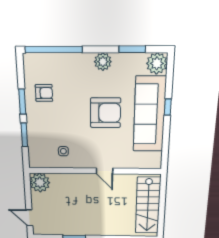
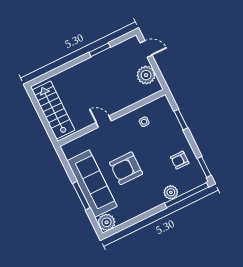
window: (132, 49) -> (130, 223), removed
plant: (103, 62) -> (171, 192), moved
window: (22, 102) -> (204, 167), moved
window: (168, 107) -> (81, 196), width x2.17
plant: (40, 183) -> (146, 75), moved

